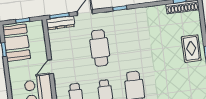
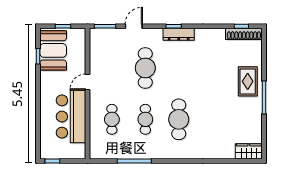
dresser: (60, 23) -> (179, 34), moved

